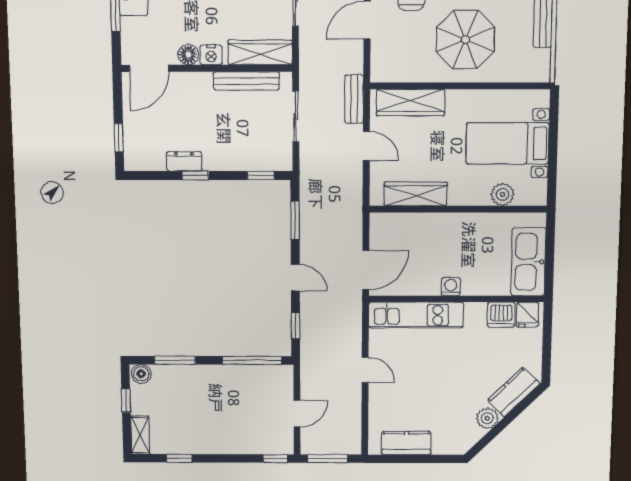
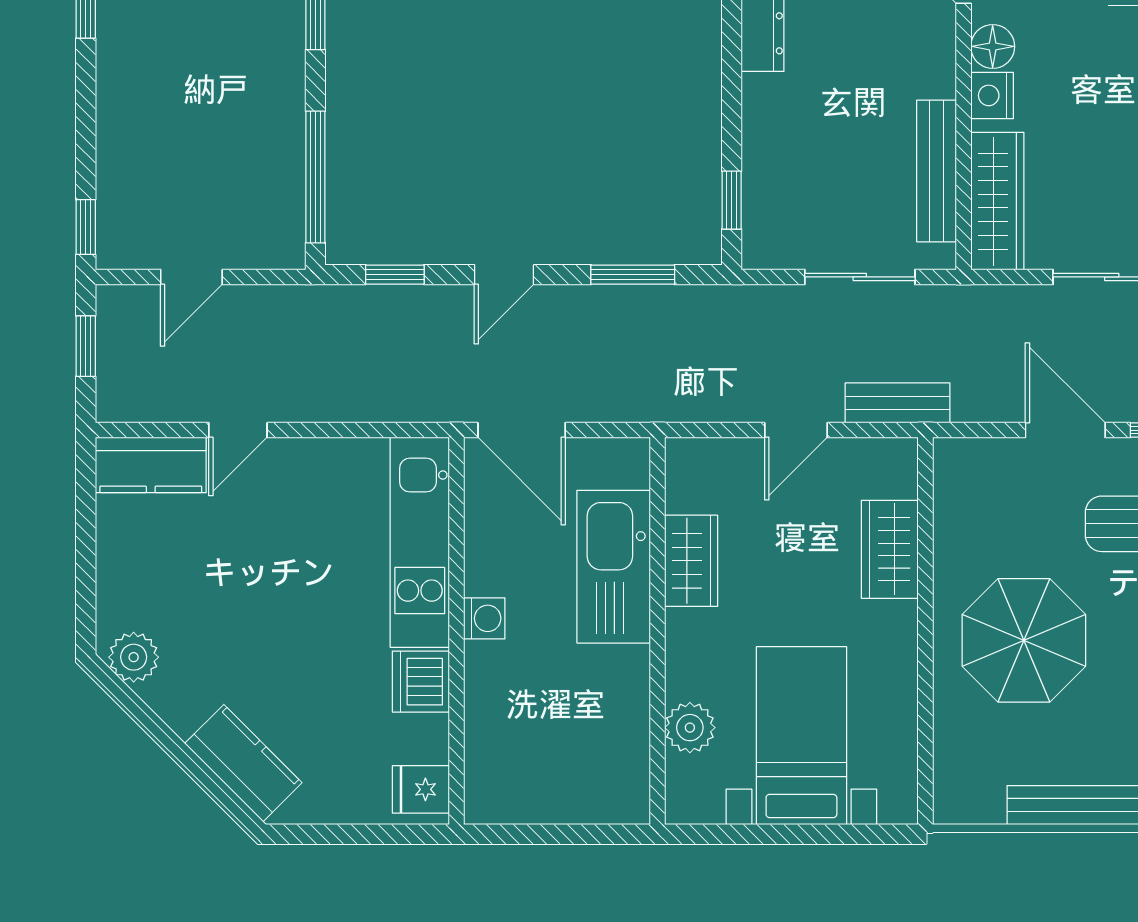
wardrobe: (411, 103) -> (890, 549), width x0.67
window: (195, 175) -> (732, 57), removed
wardrobe: (415, 194) -> (691, 561), width x0.67
kitchen sink: (528, 262) -> (614, 567), moved, turned -90
dishwasher: (501, 315) -> (421, 682), moved
door: (365, 370) -> (238, 430), moved
door: (297, 414) -> (191, 277), hinge flipped
plant: (487, 418) -> (134, 657), moved
kitchen counter: (406, 443) -> (151, 465), moved, turned 90
window: (328, 459) -> (86, 346), width x0.67

